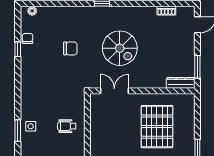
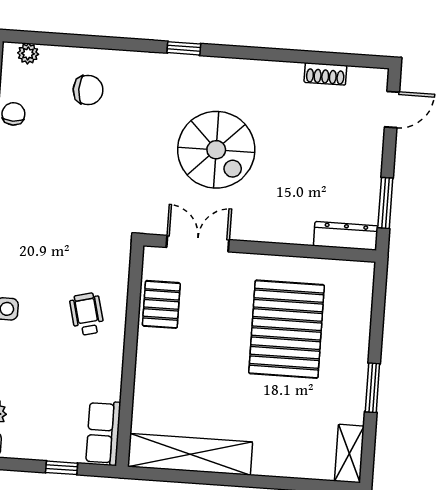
chair: (70, 48) -> (88, 90), moved
pallet: (100, 119) -> (161, 304), added
wheelchair: (67, 126) -> (87, 314), turned 76

